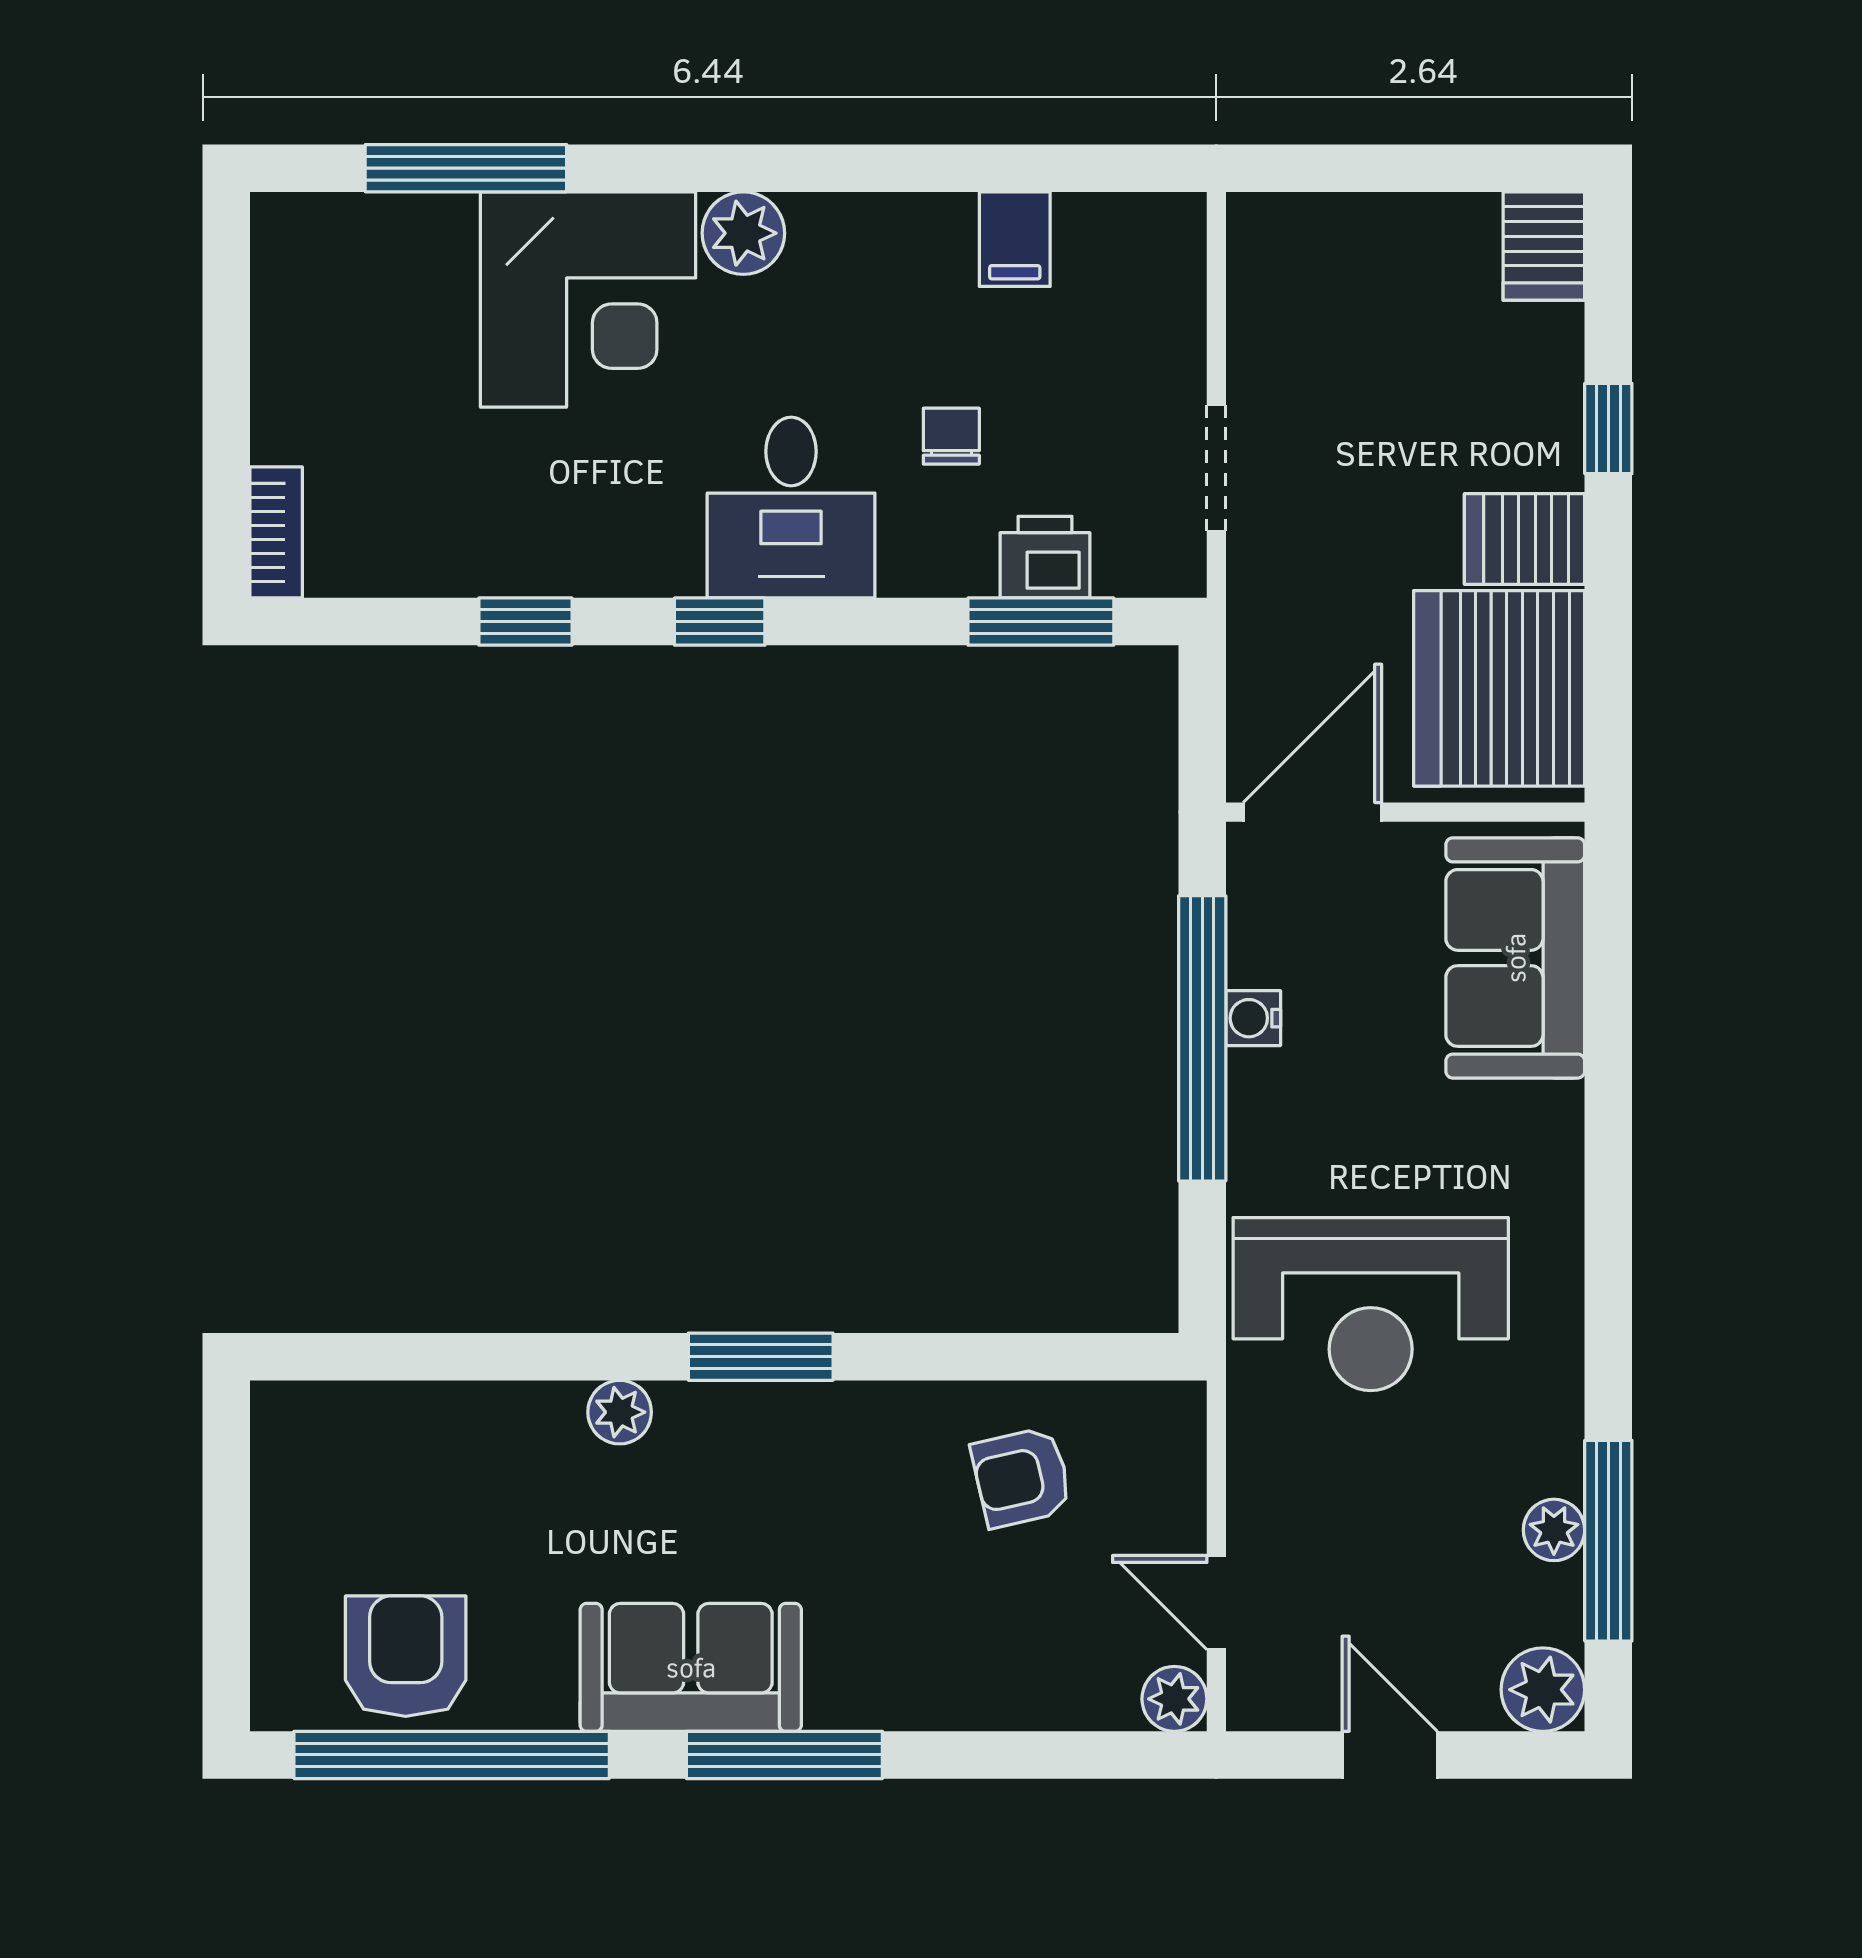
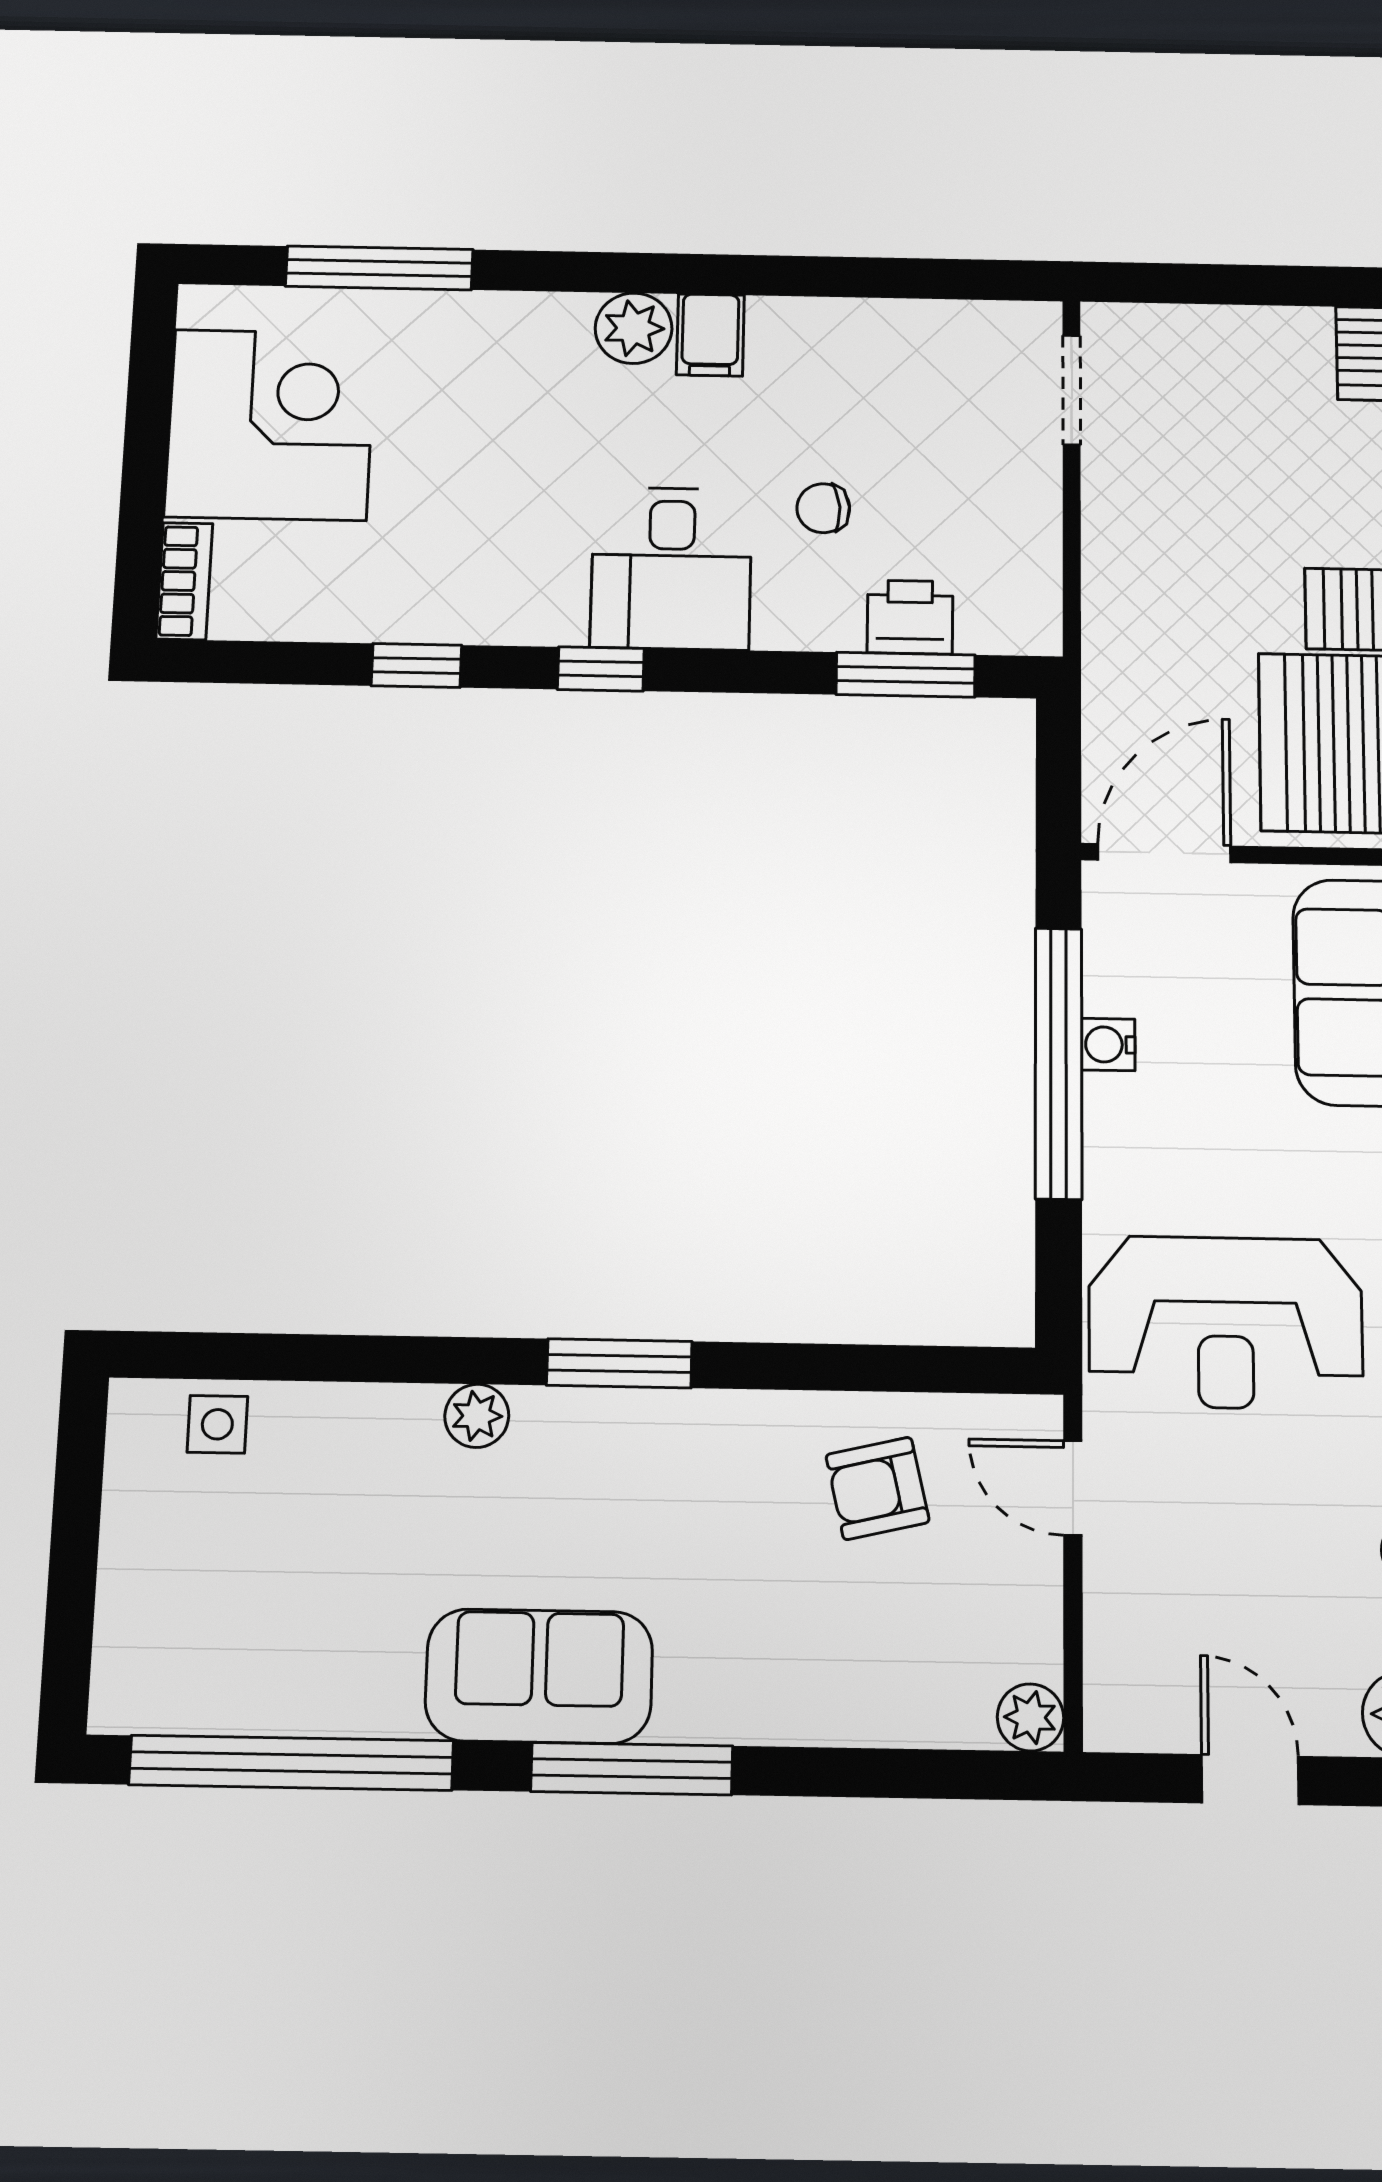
filing cabinet: (1015, 239) -> (710, 335), moved
corner desk: (588, 300) -> (270, 425), moved, turned -90
chair: (951, 436) -> (823, 508), turned -95
doorway: (1216, 468) -> (1072, 390), moved
side table: (361, 1425) -> (217, 1424), added
door: (1216, 1603) -> (1073, 1488), moved
armchair: (406, 1656) -> (250, 1659), removed

